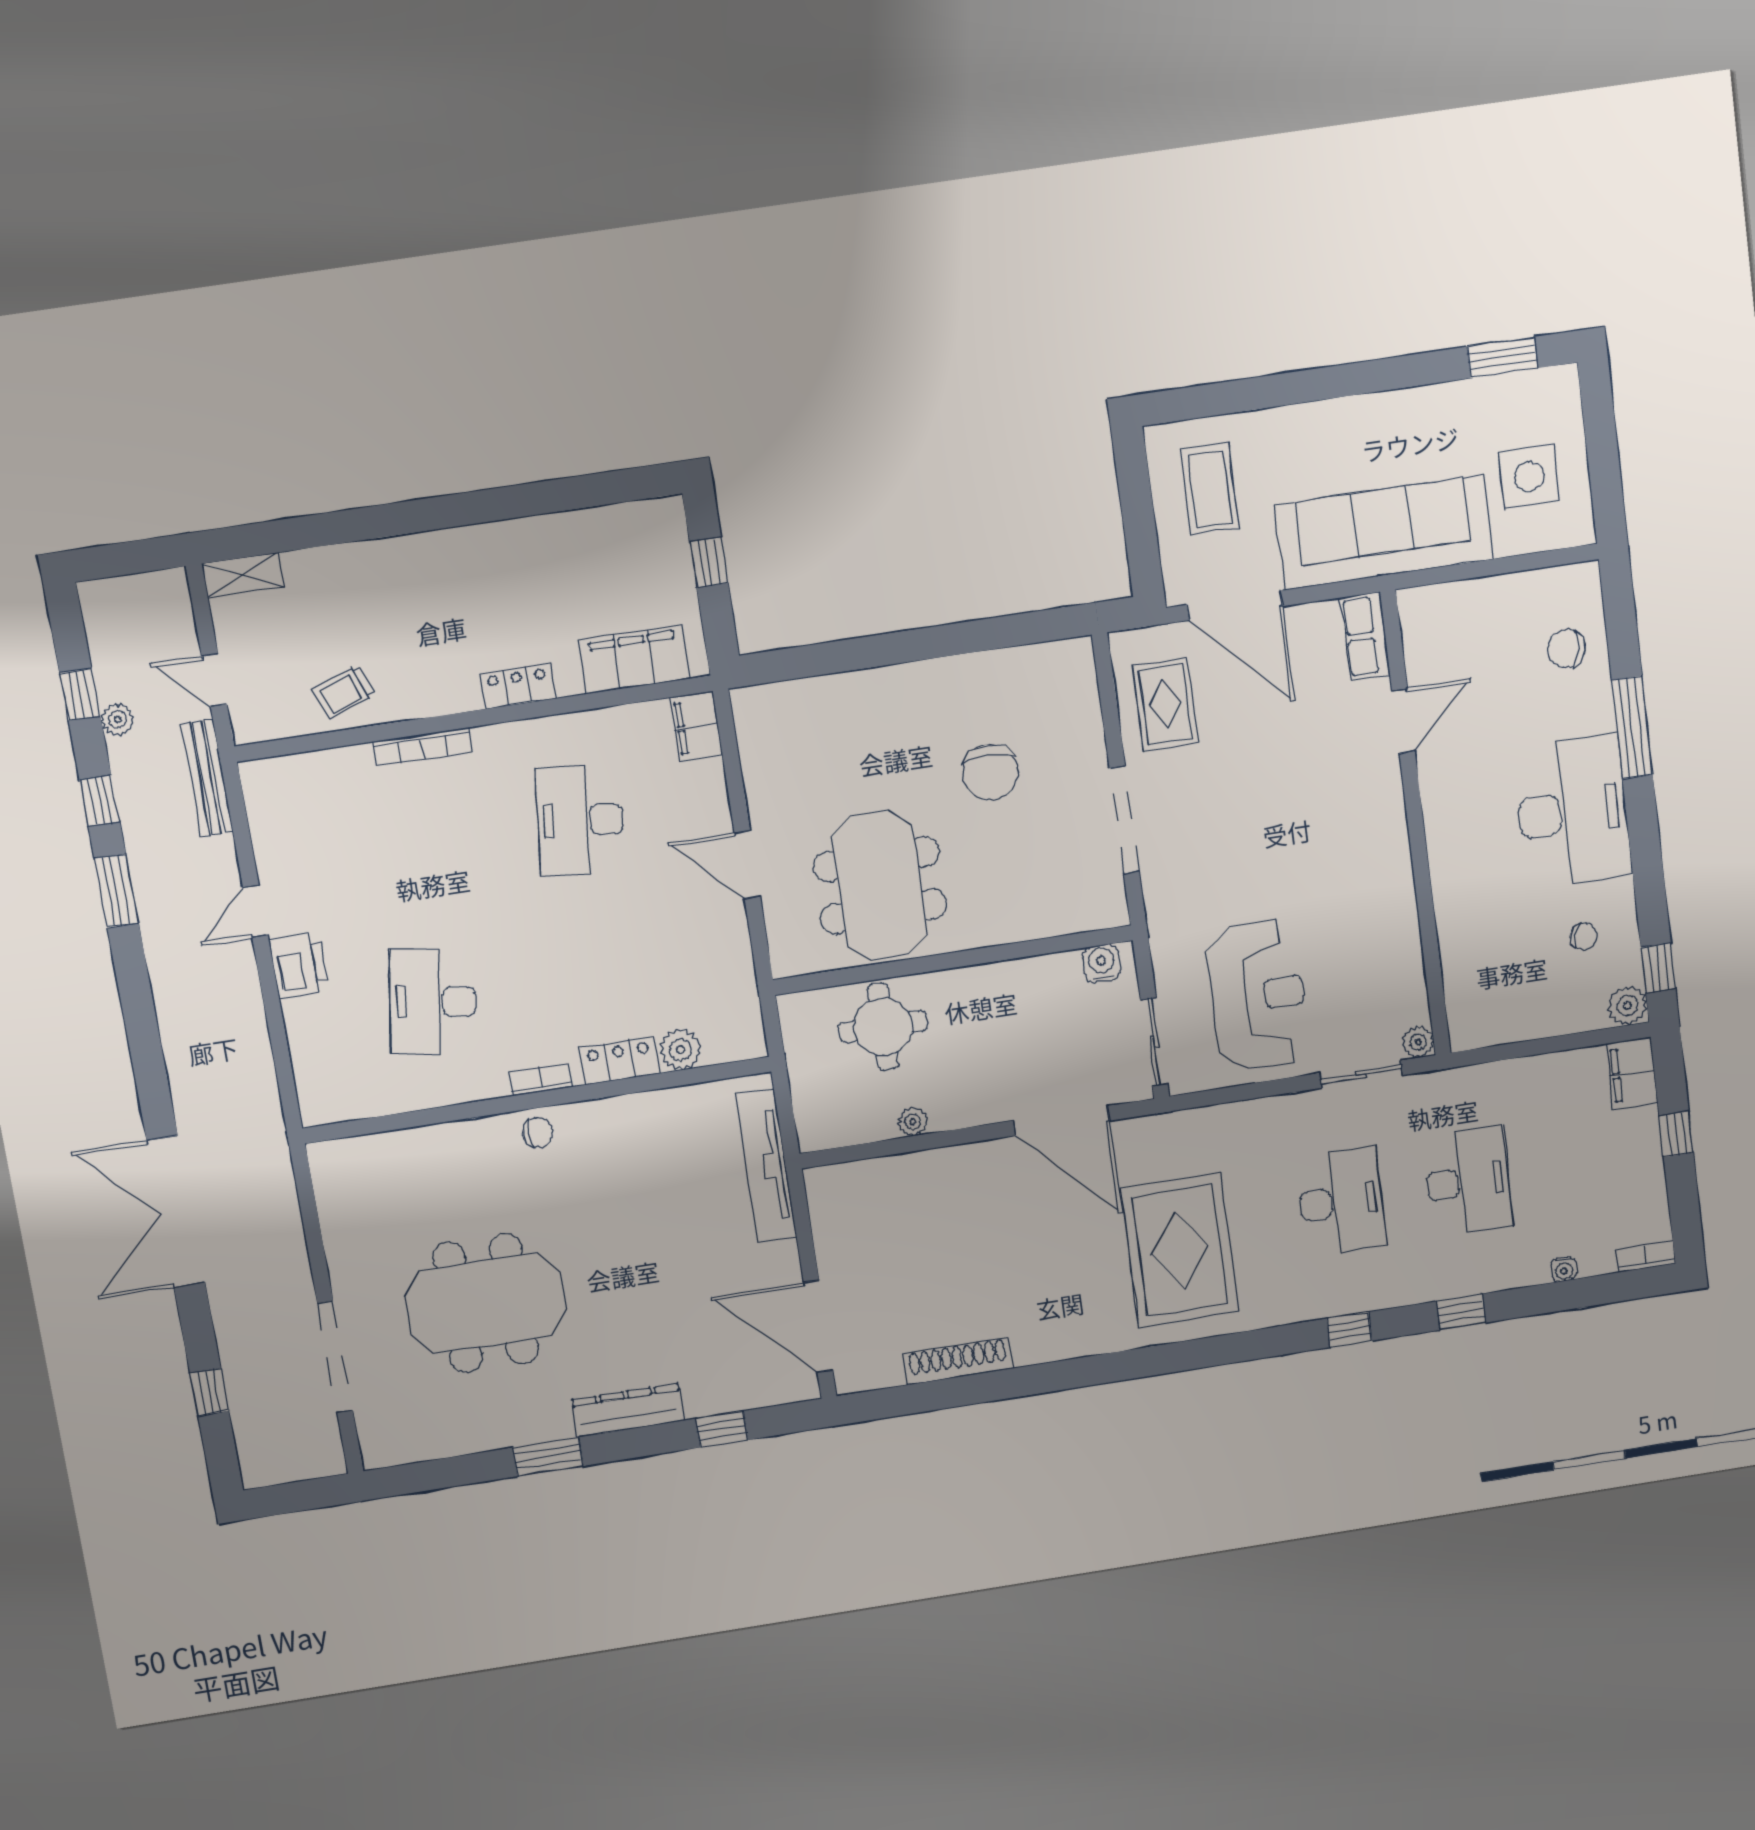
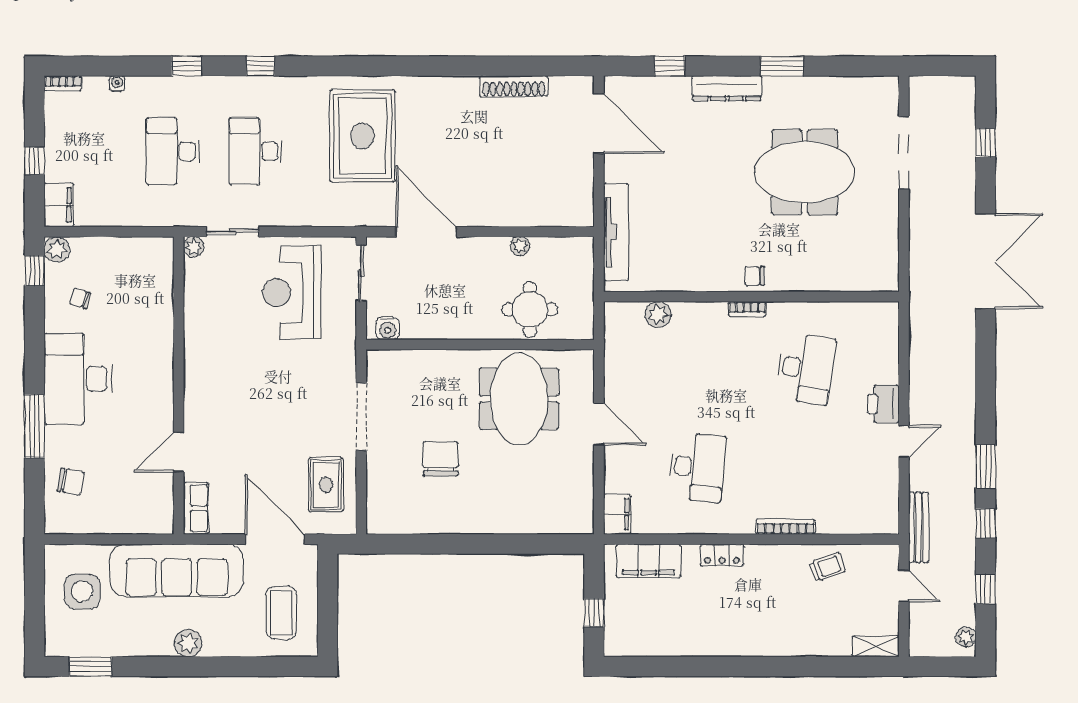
plant: (1352, 418) -> (188, 643), added
plant: (117, 719) -> (966, 637), moved
locker: (620, 1061) -> (697, 313), removed

